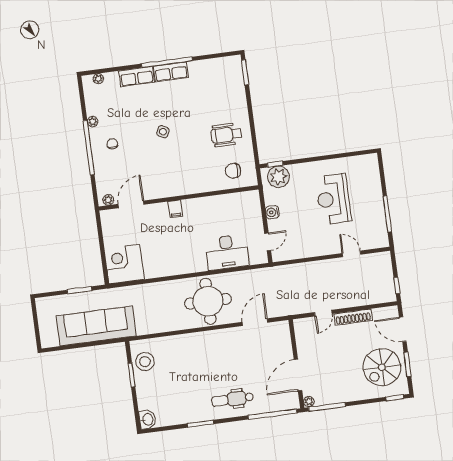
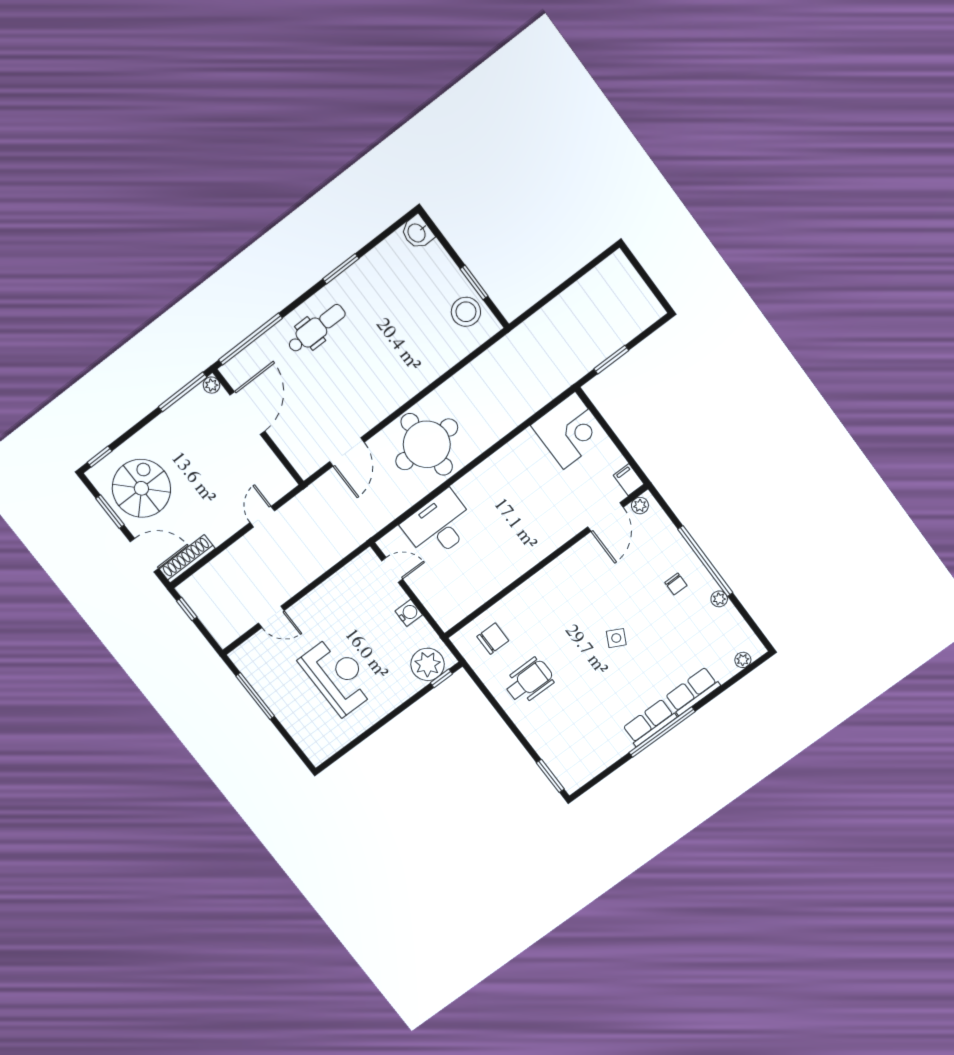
filing cabinet: (175, 209) -> (629, 480), moved
door: (268, 242) -> (392, 570), swing flipped
shoe rack: (353, 317) -> (187, 559), moved
sofa: (96, 326) -> (561, 323), removed

